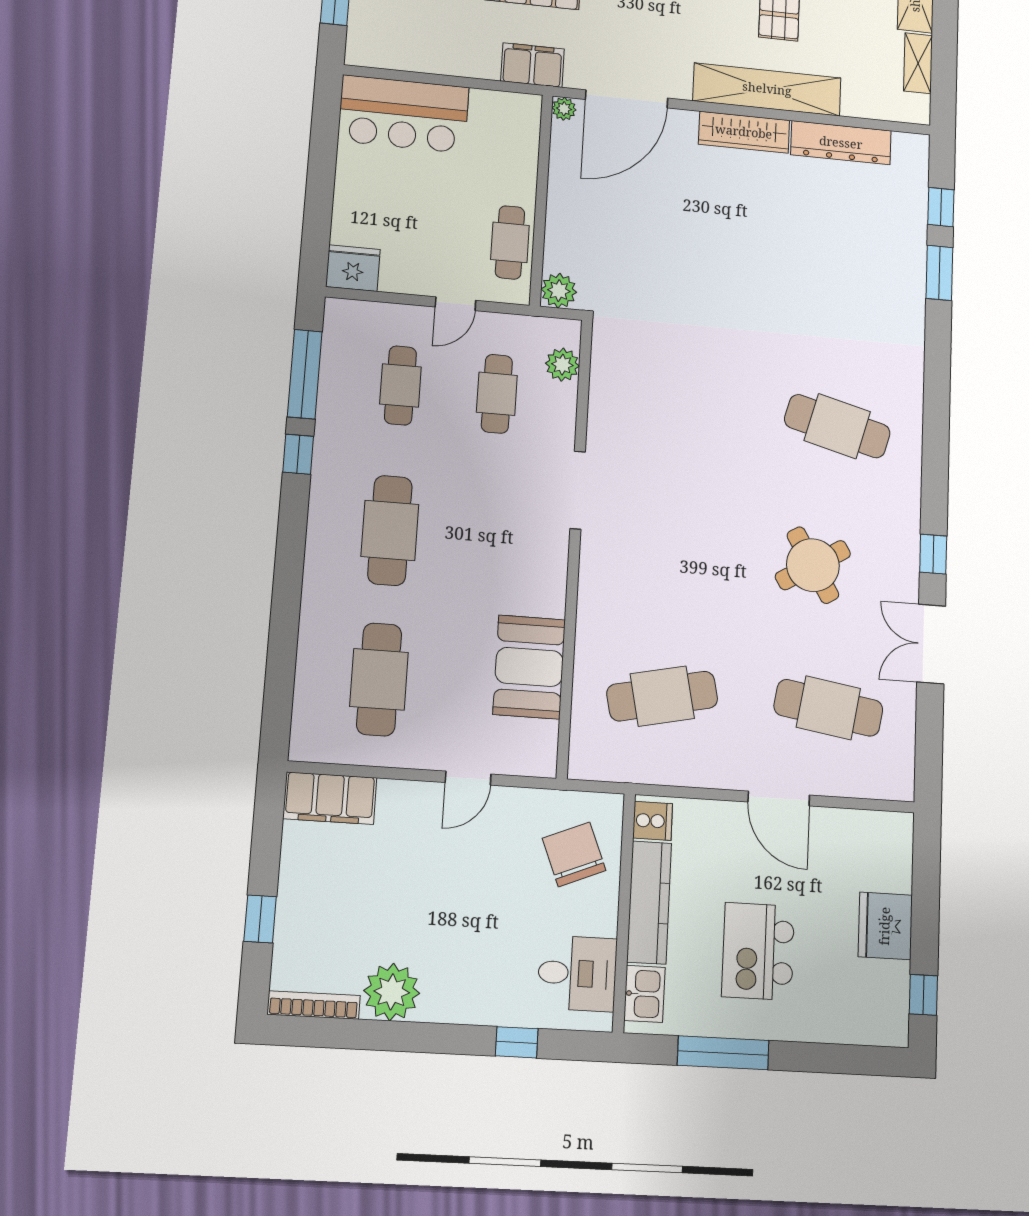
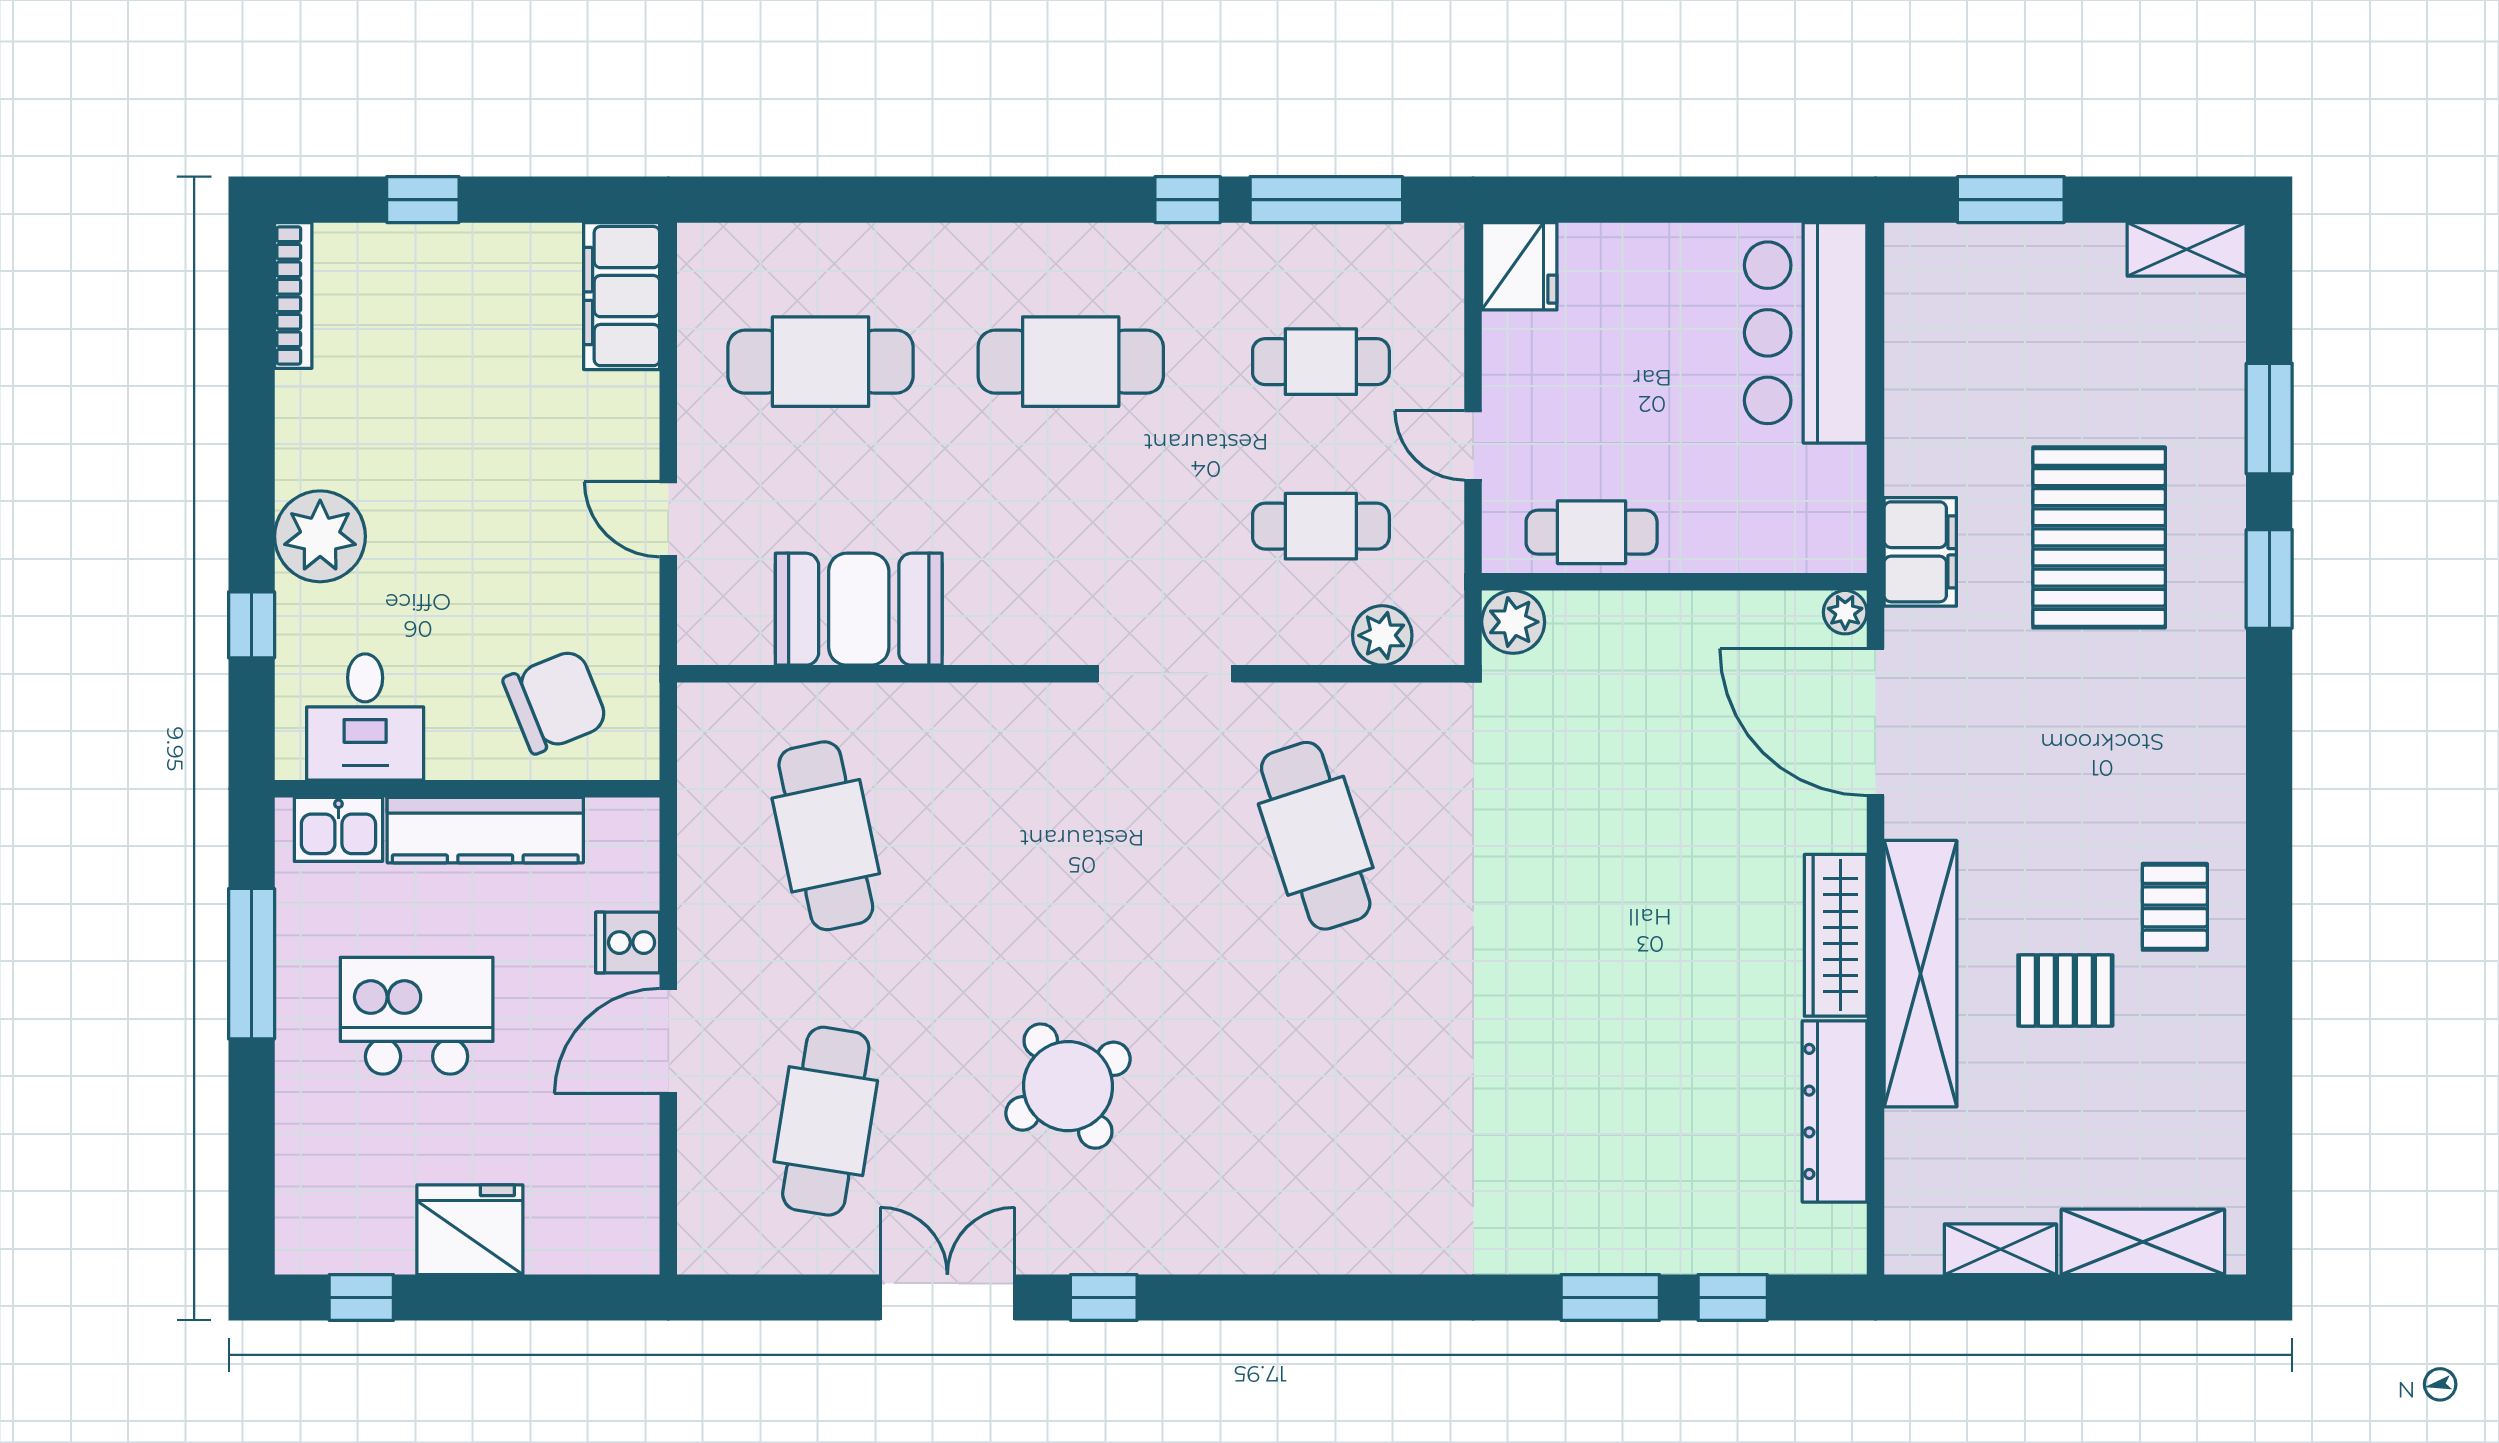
cafe table: (837, 426) -> (1316, 836), moved, turned -33
cooker: (653, 821) -> (628, 943), moved, turned 90
plant: (392, 992) -> (320, 536), moved

